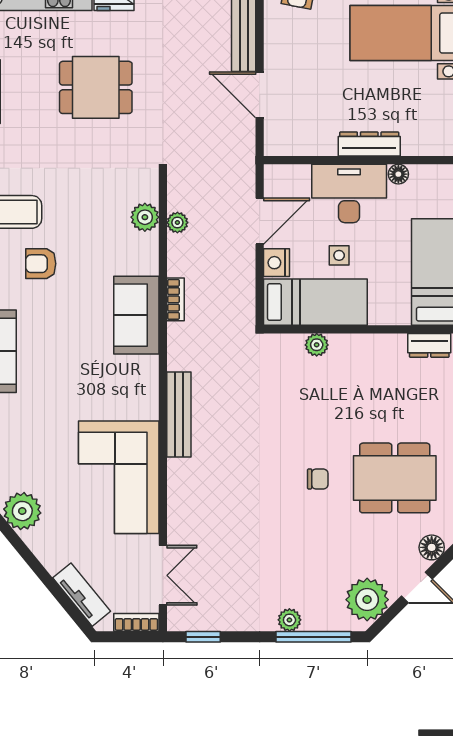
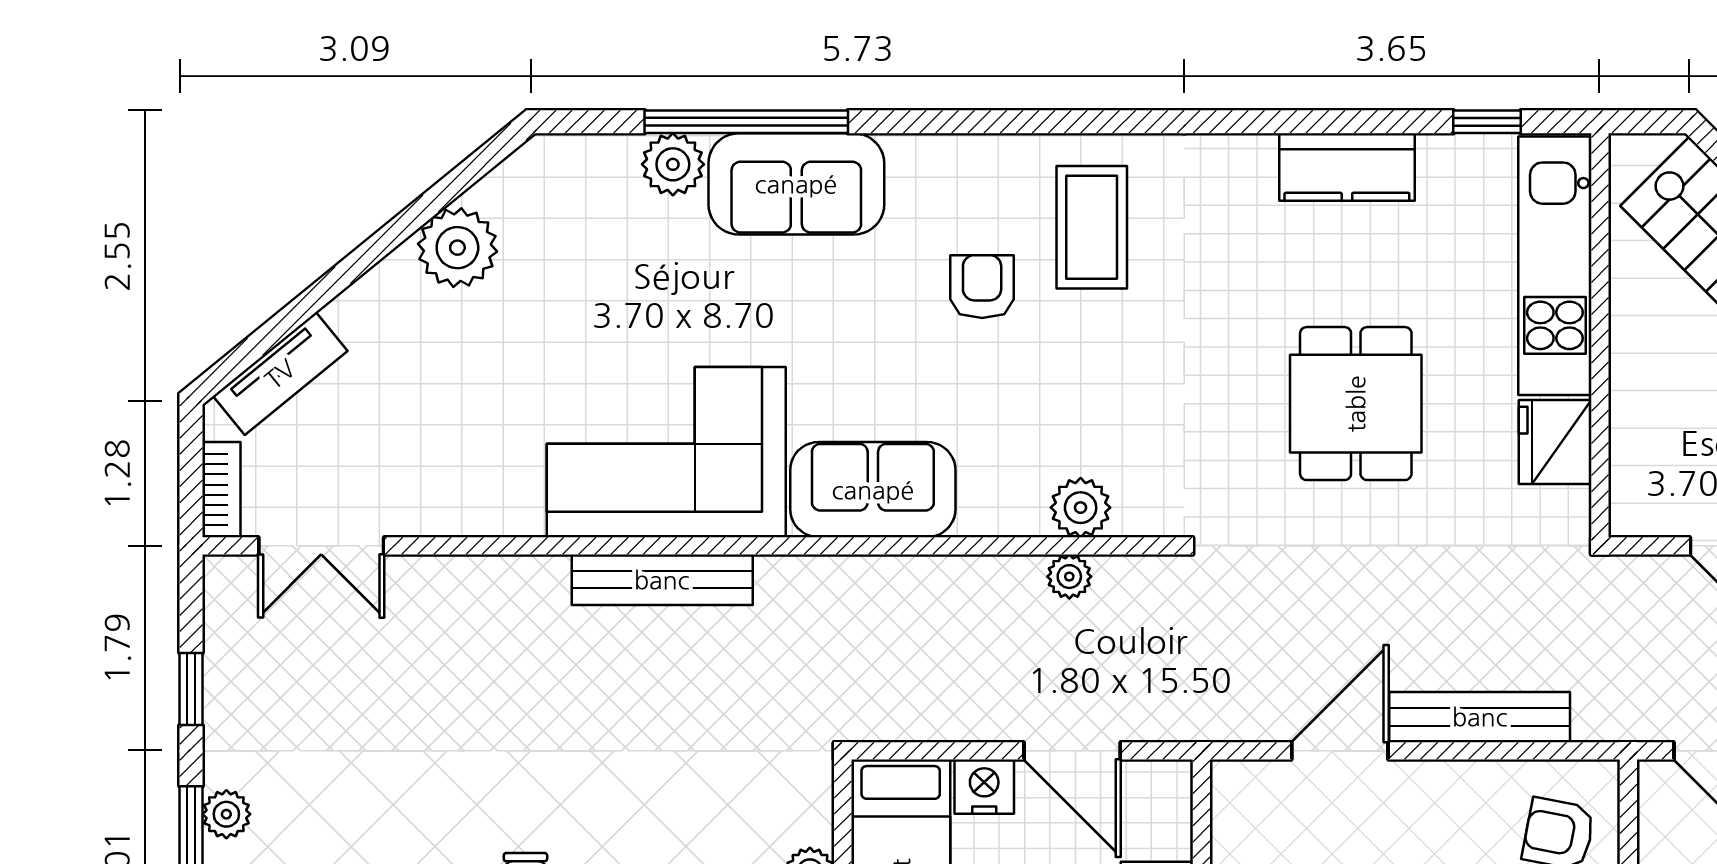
bookcase: (176, 299) -> (906, 573), removed
corner sofa: (119, 477) -> (666, 452), moved
window: (203, 637) -> (191, 689), moved

